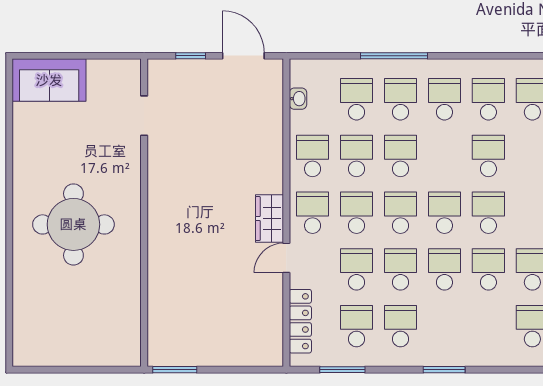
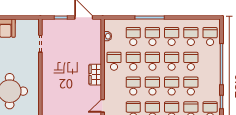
school desk: (313, 213) -> (172, 61), moved
wardrobe: (270, 219) -> (95, 75), moved

